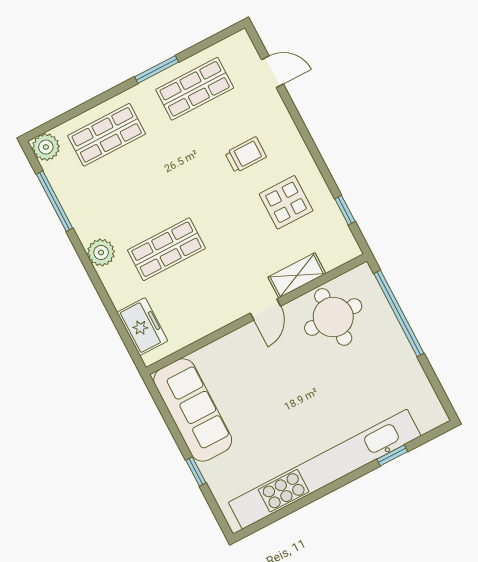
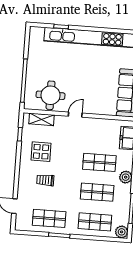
shop shelf: (137, 192) -> (97, 192), added
shelving: (297, 275) -> (42, 119), moved

